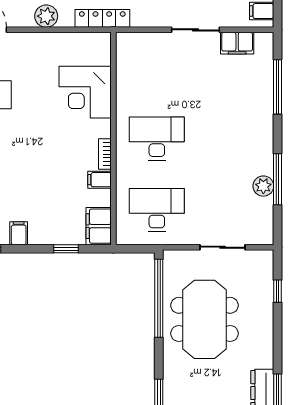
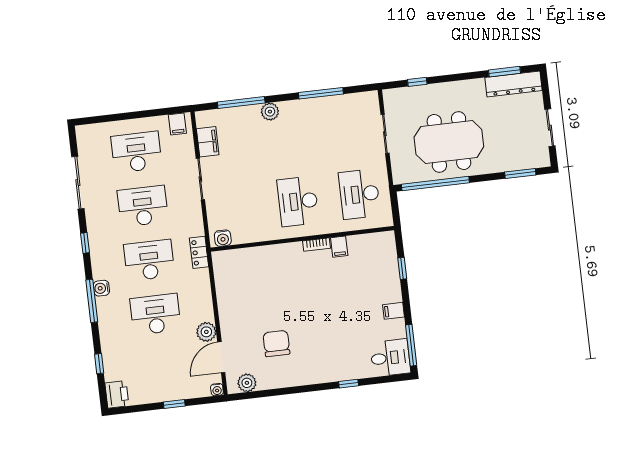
plant: (46, 16) -> (206, 332), moved
locker: (102, 18) -> (199, 252), width x0.66
water cooler: (125, 48) -> (223, 238), added
corner desk: (85, 92) -> (265, 268), removed
plant: (263, 186) -> (270, 112), moved
filing cabinet: (99, 226) -> (379, 243), removed

